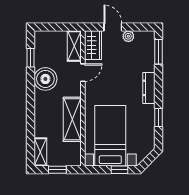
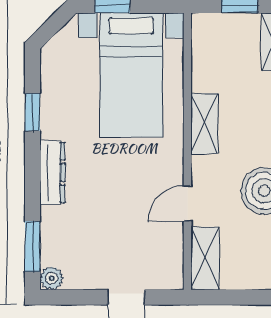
plant: (128, 36) -> (52, 278), moved
wardrobe: (93, 45) -> (167, 260), removed
shelving: (72, 119) -> (205, 124), width x0.67, depth x0.75

